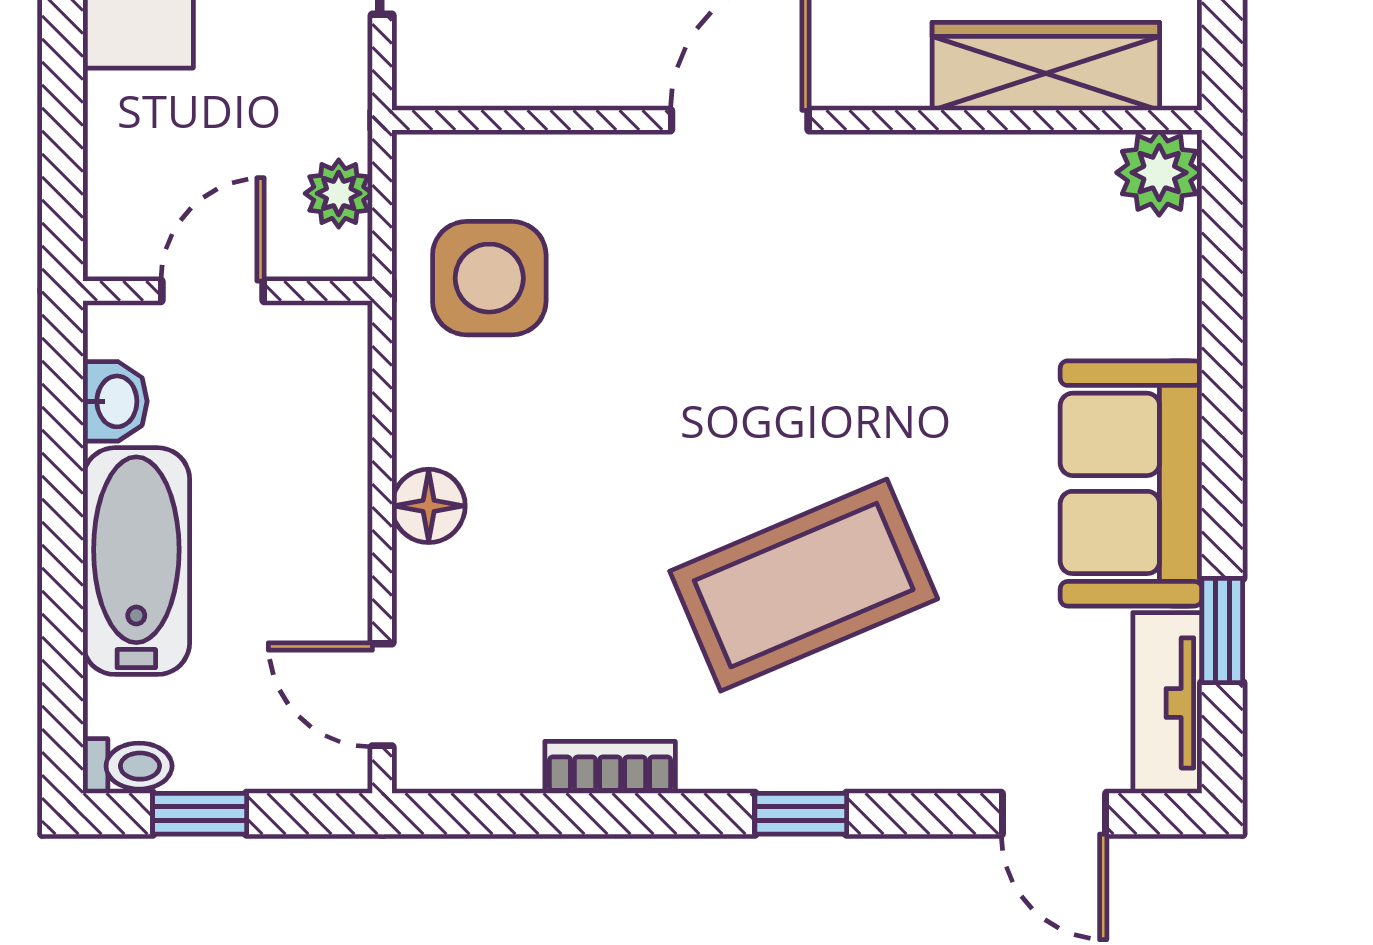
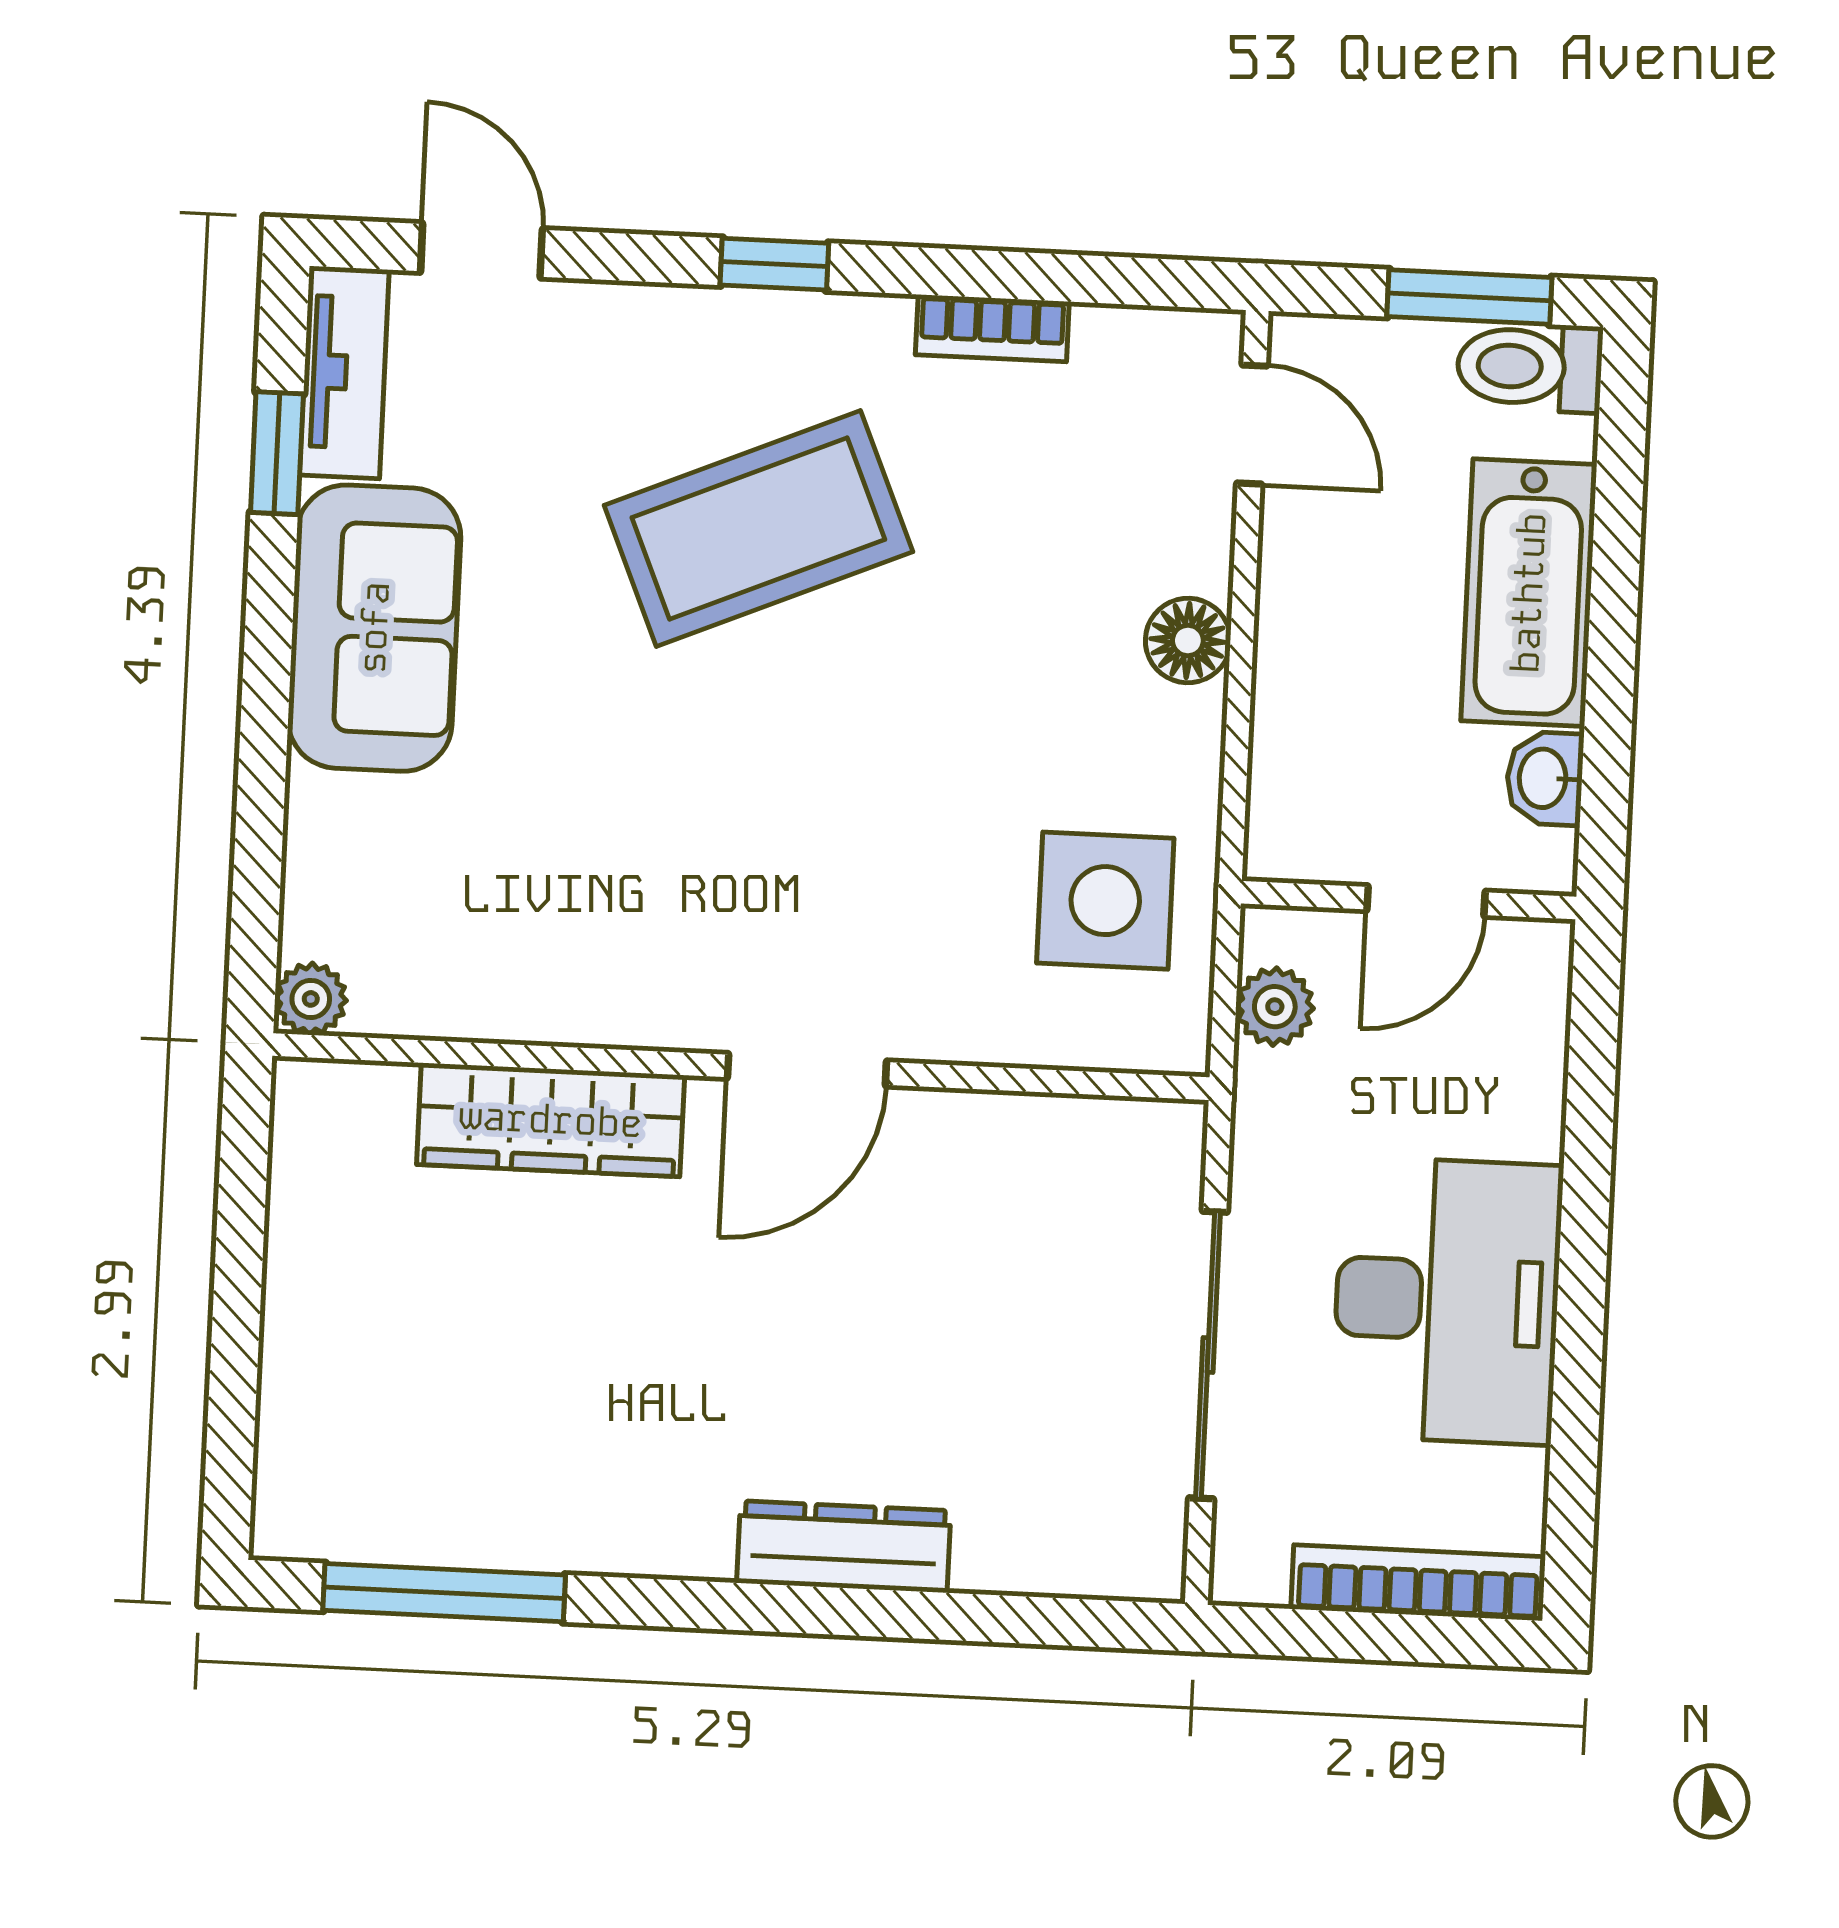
wardrobe: (1046, 66) -> (551, 1120), moved
plant: (1159, 173) -> (311, 999), width x0.73, depth x0.73
toilet: (127, 766) -> (1530, 367), width x1.37, depth x1.39
window: (200, 814) -> (1469, 297), width x1.50

